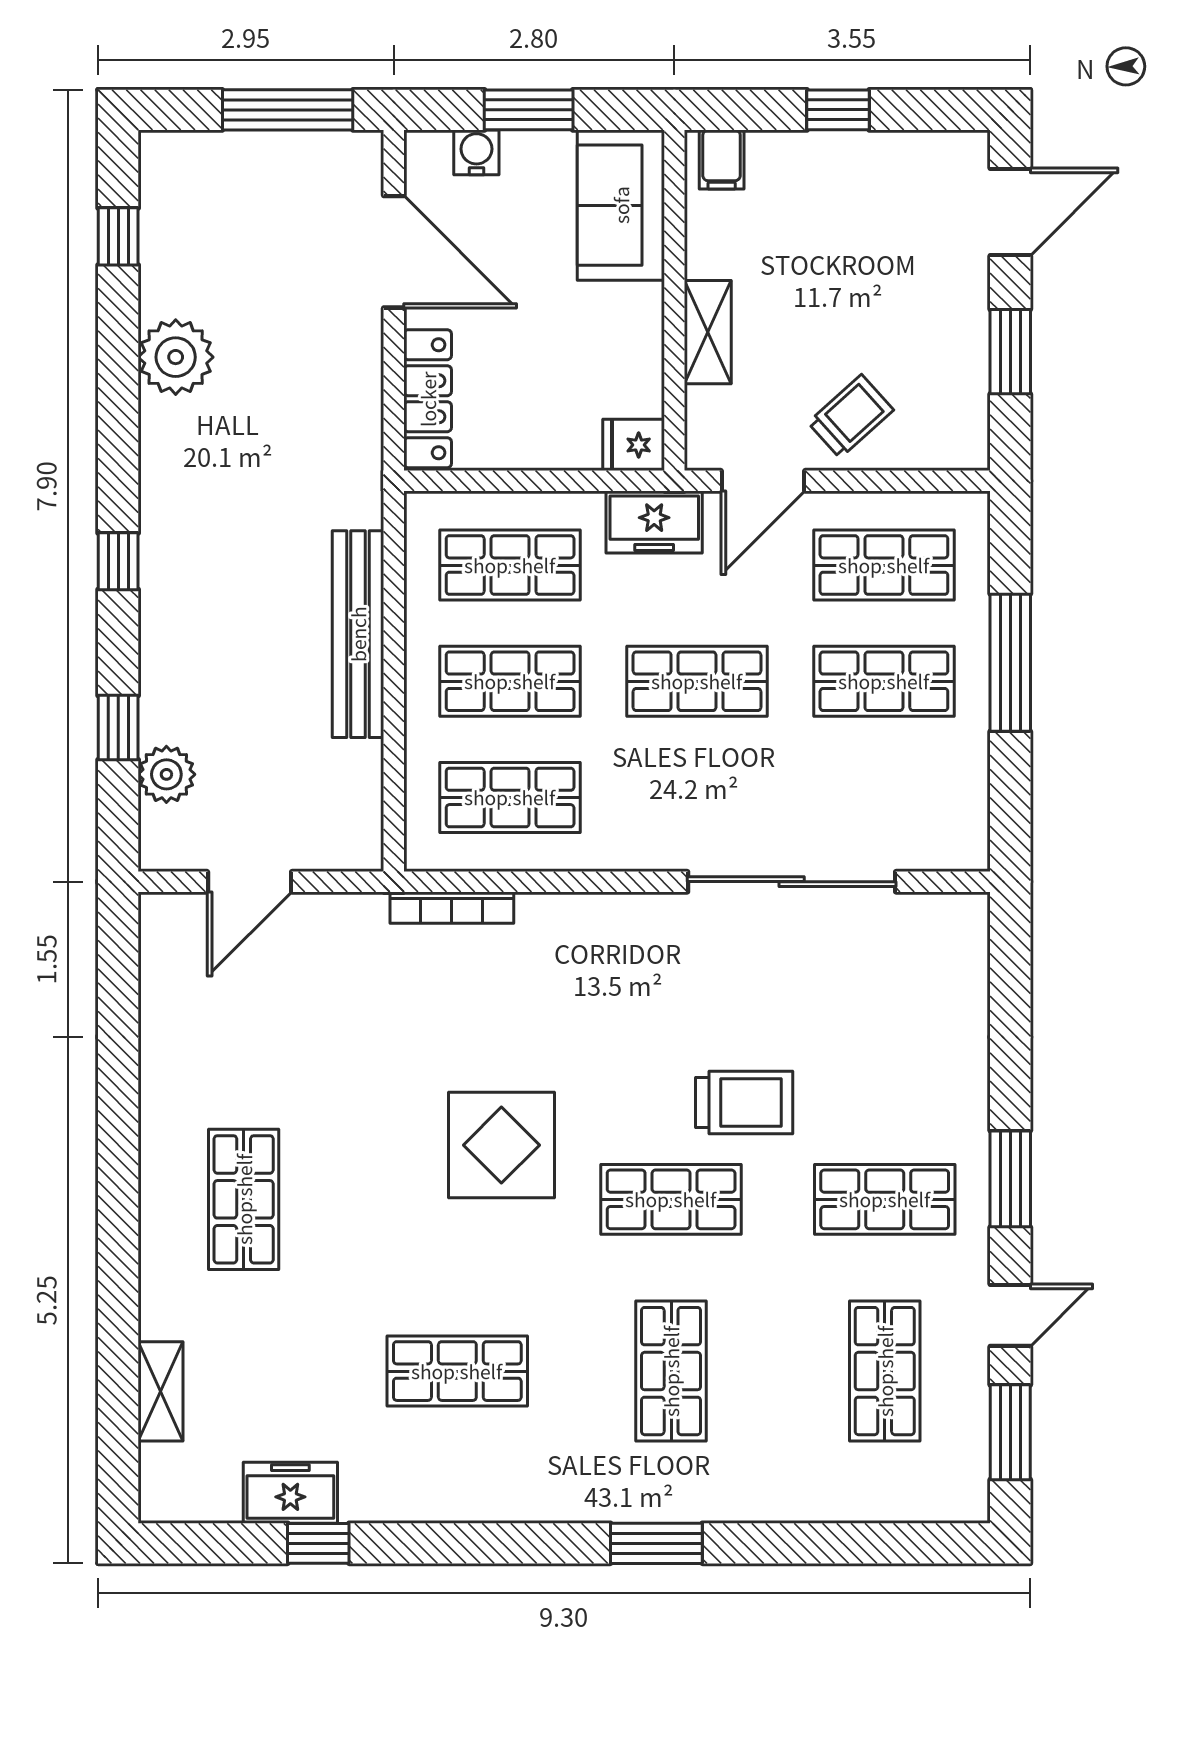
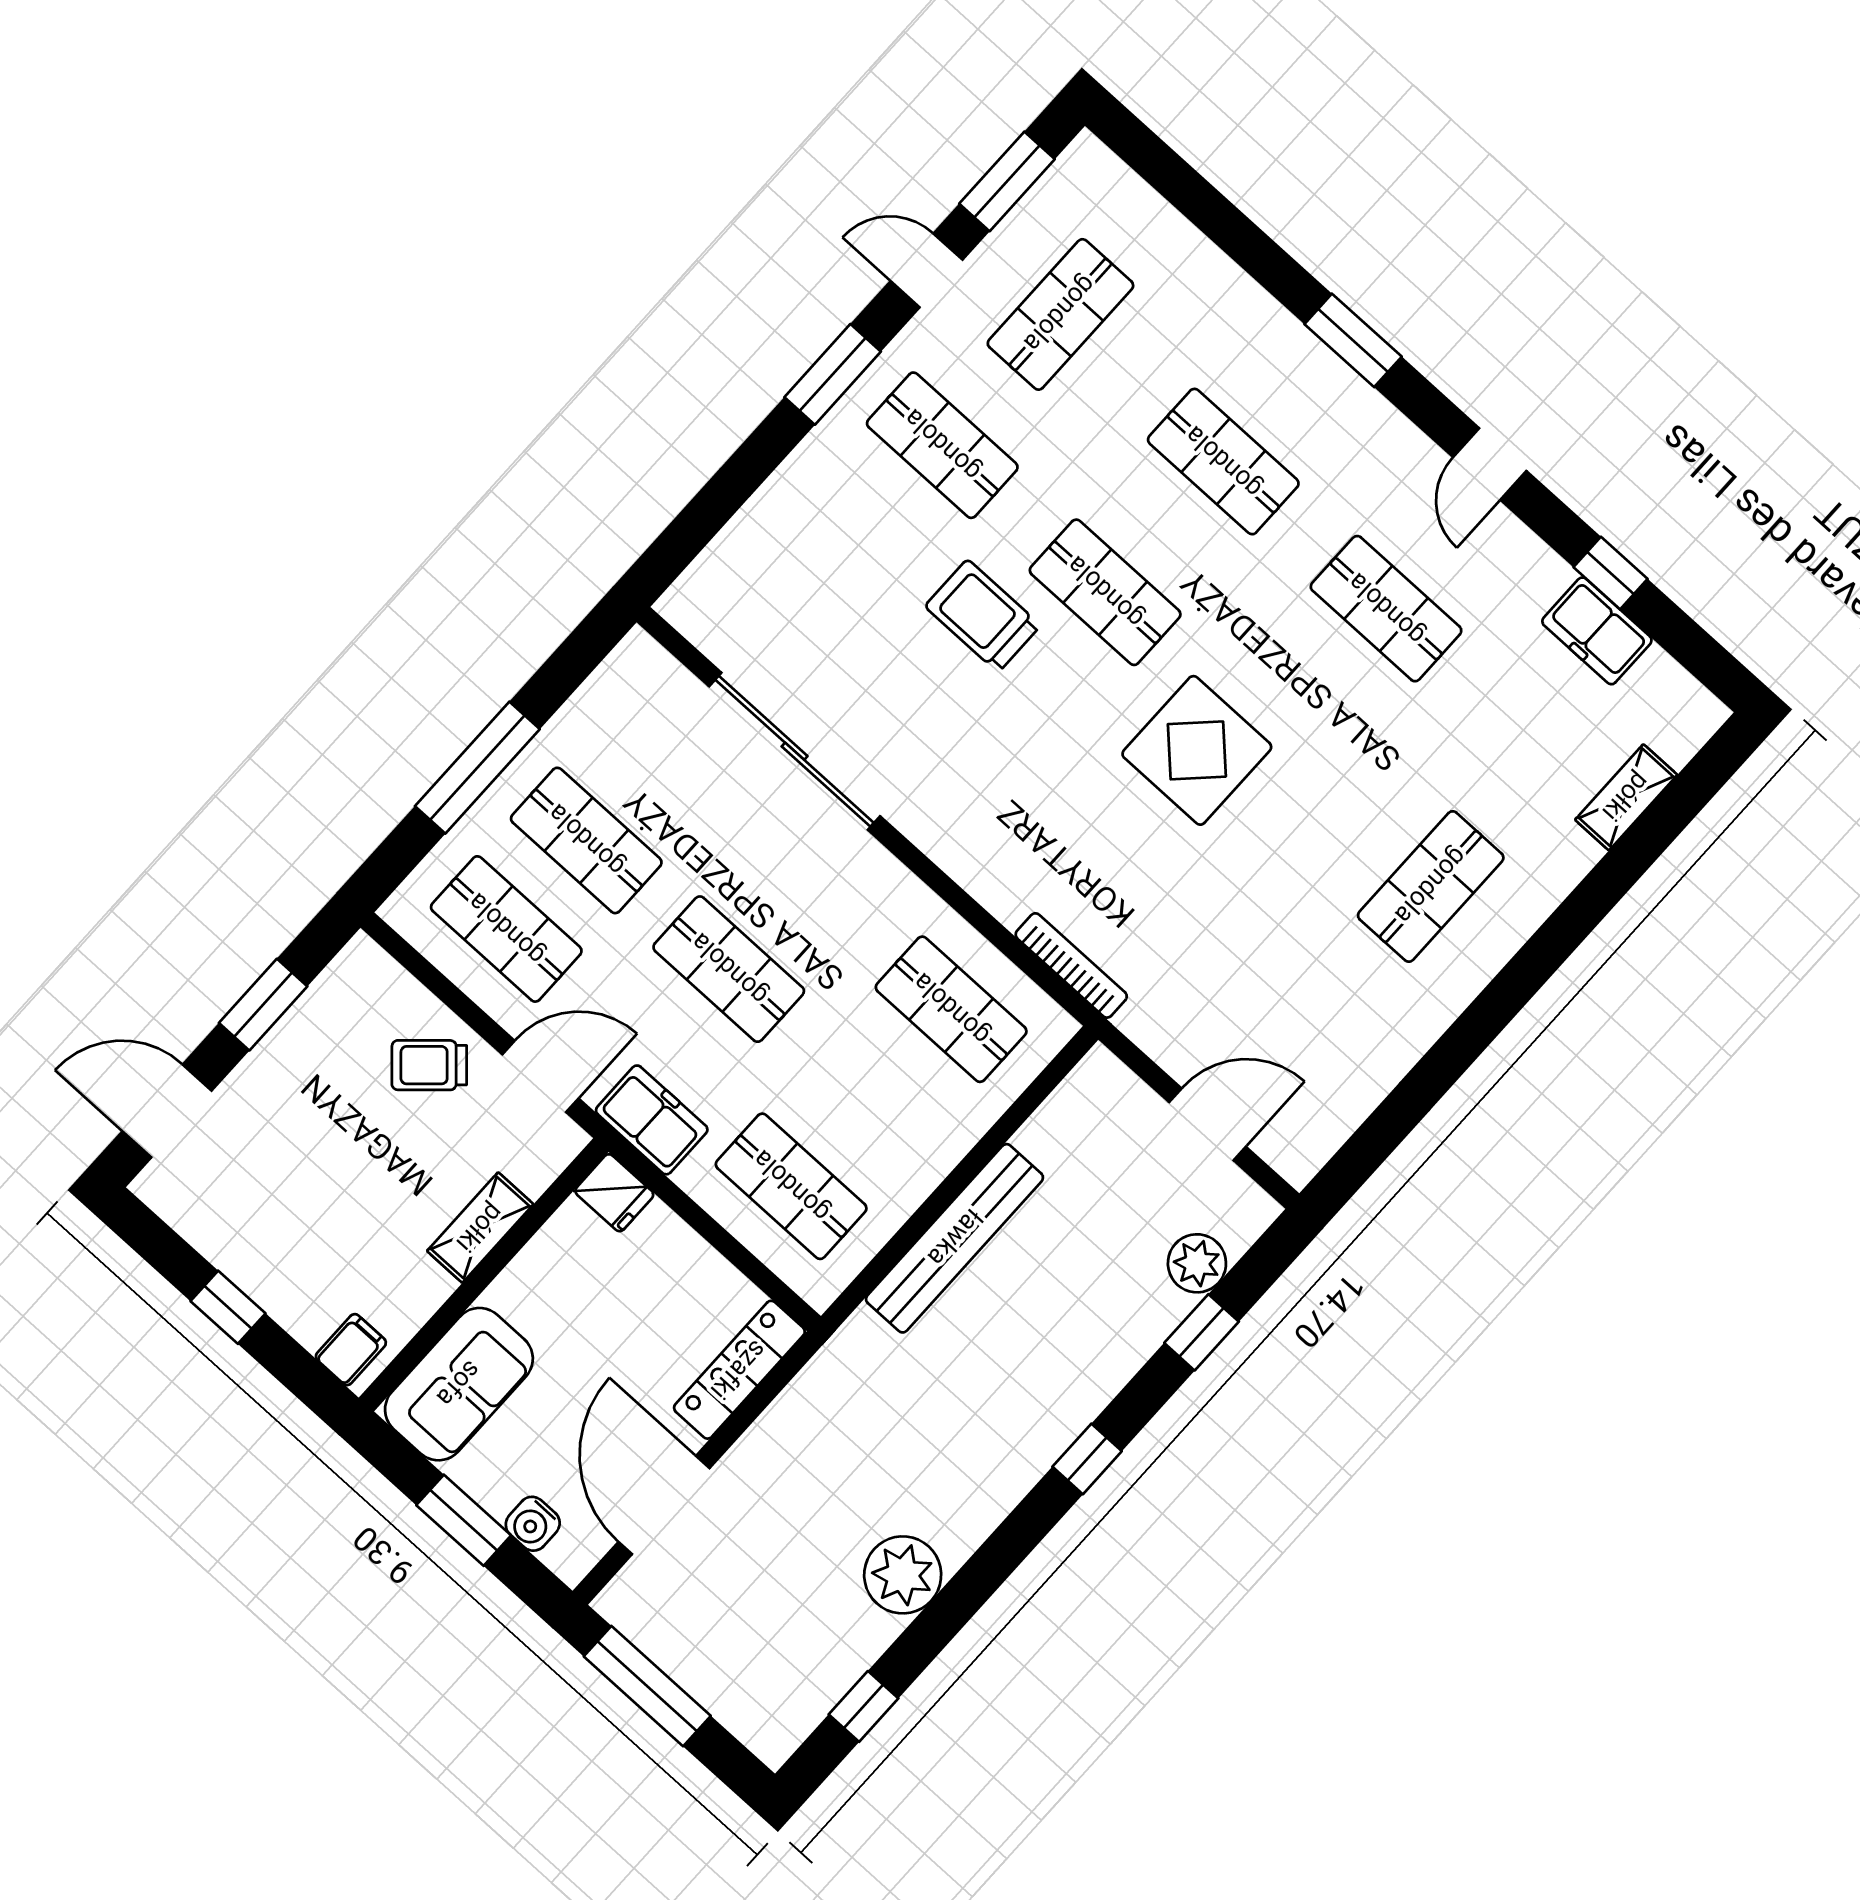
shop shelf: (510, 681) -> (871, 1098), removed
shop shelf: (671, 1371) -> (1223, 462), turned 90
door: (477, 1543) -> (1490, 464), added

